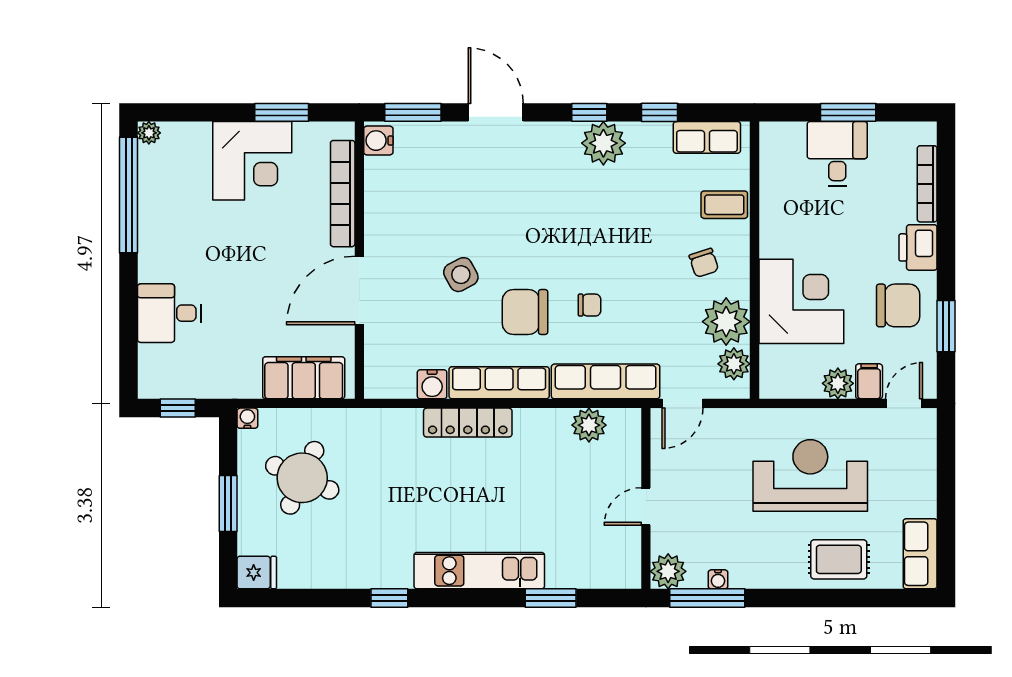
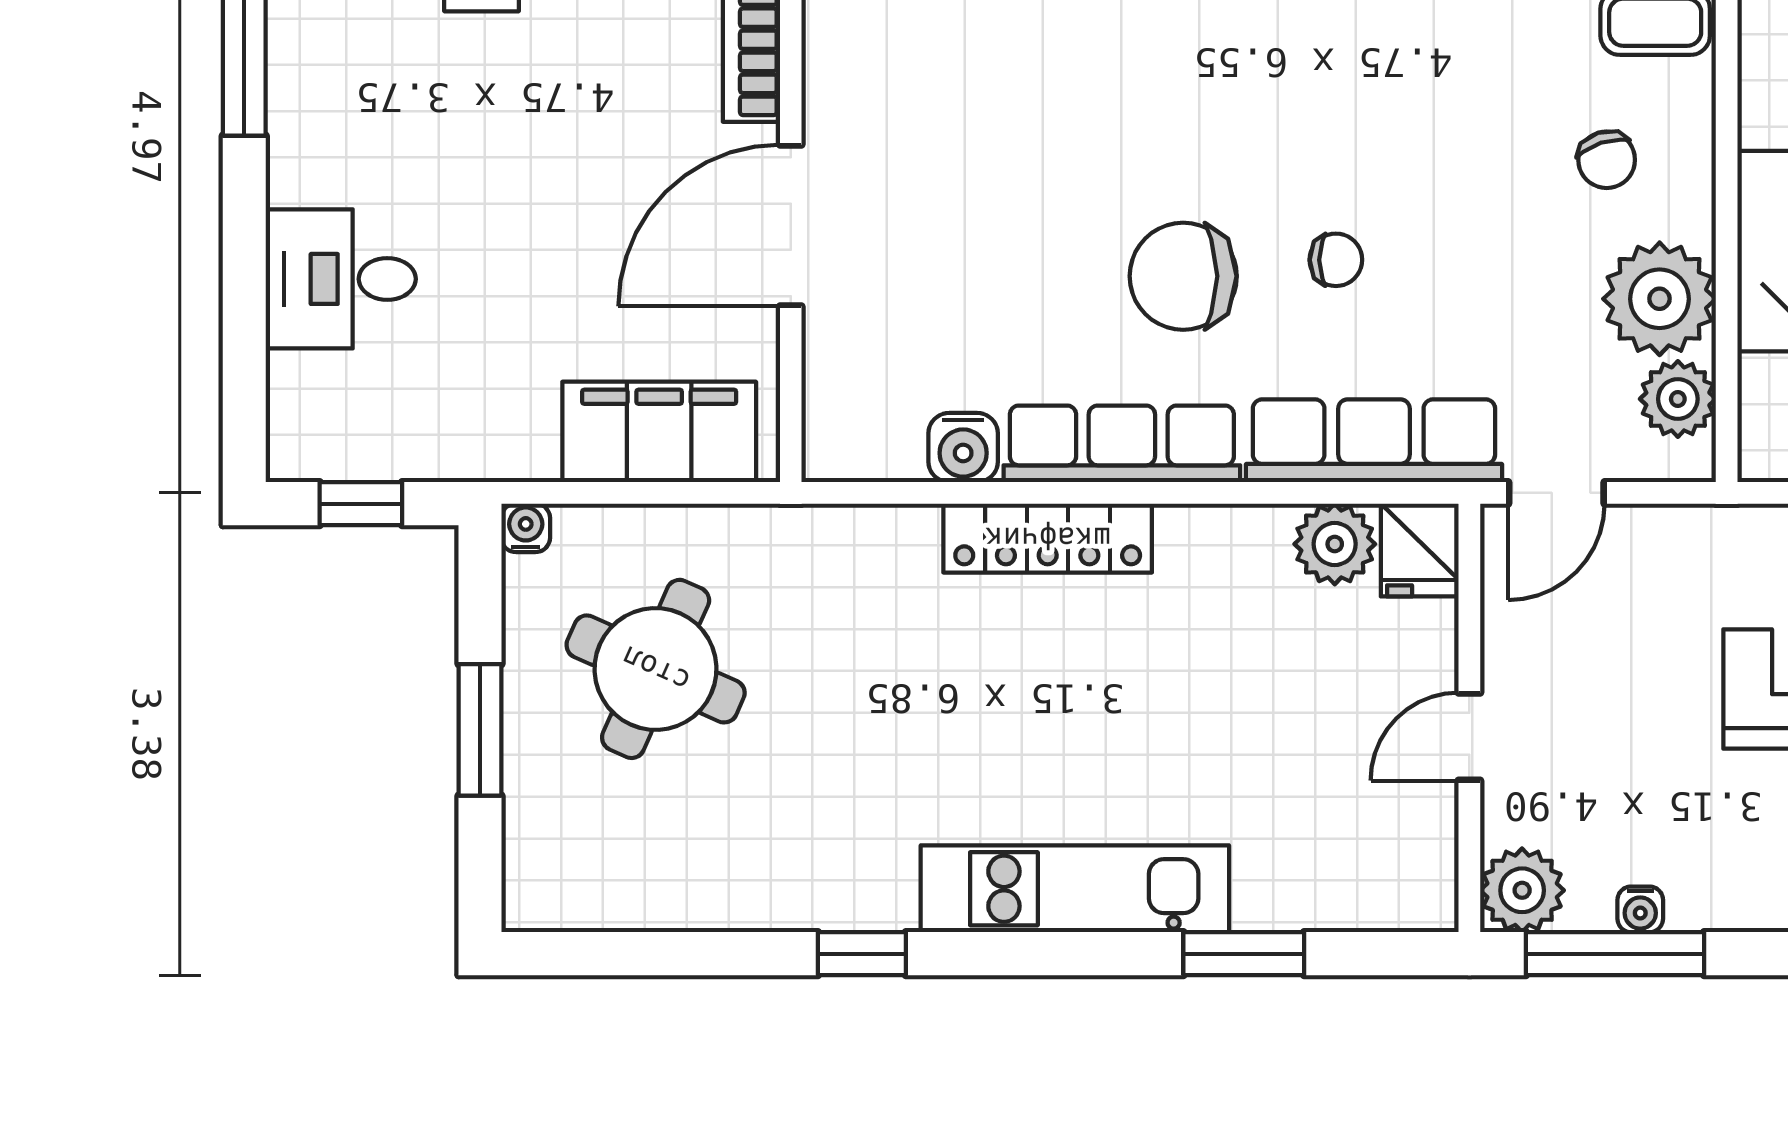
side table: (461, 275) -> (1031, 188), removed
fridge: (257, 573) -> (1420, 550), moved, turned 90

